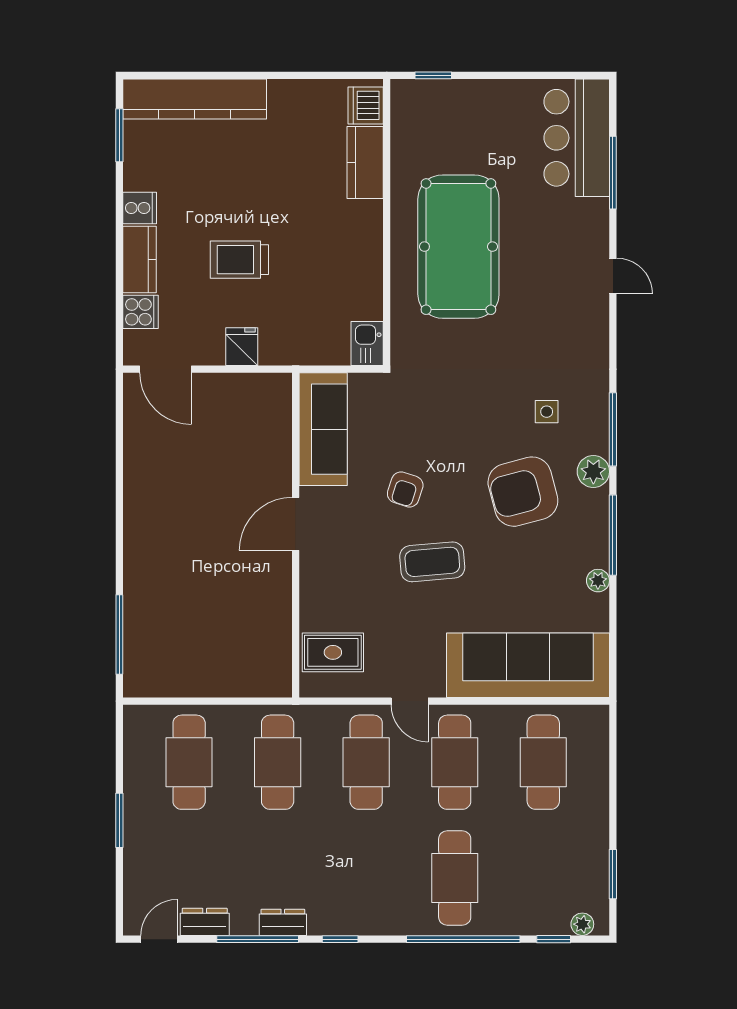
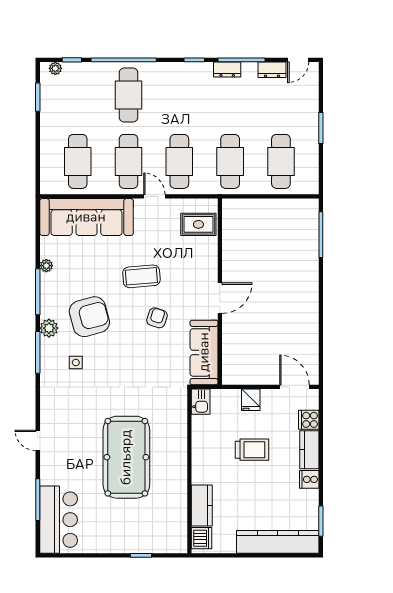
dishwasher: (366, 105) -> (201, 538), moved
kitchen counter: (365, 163) -> (202, 505), moved
wall: (387, 222) -> (189, 471), moved
kitchen sink: (367, 344) -> (201, 402), moved

